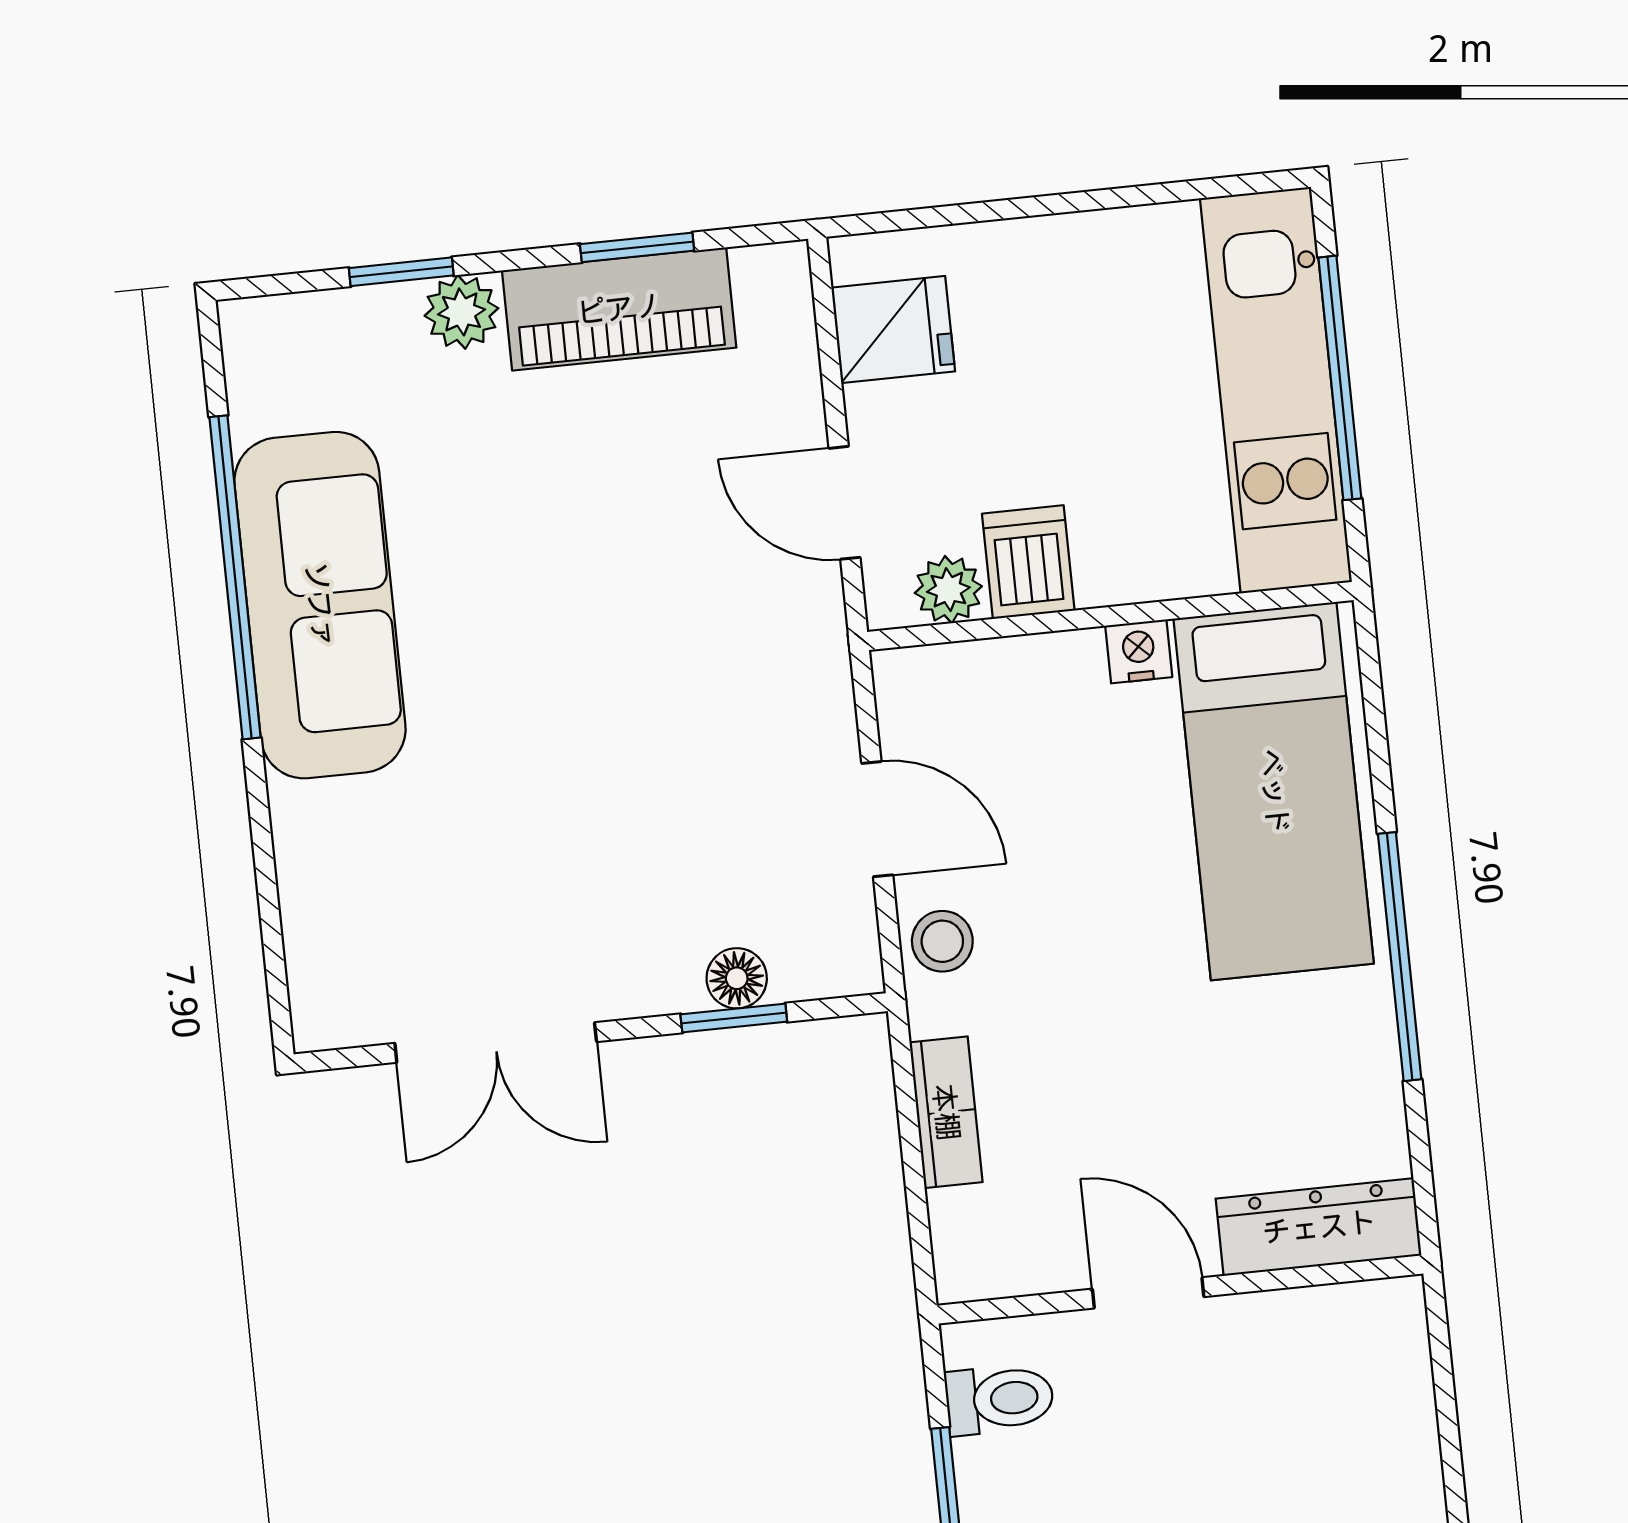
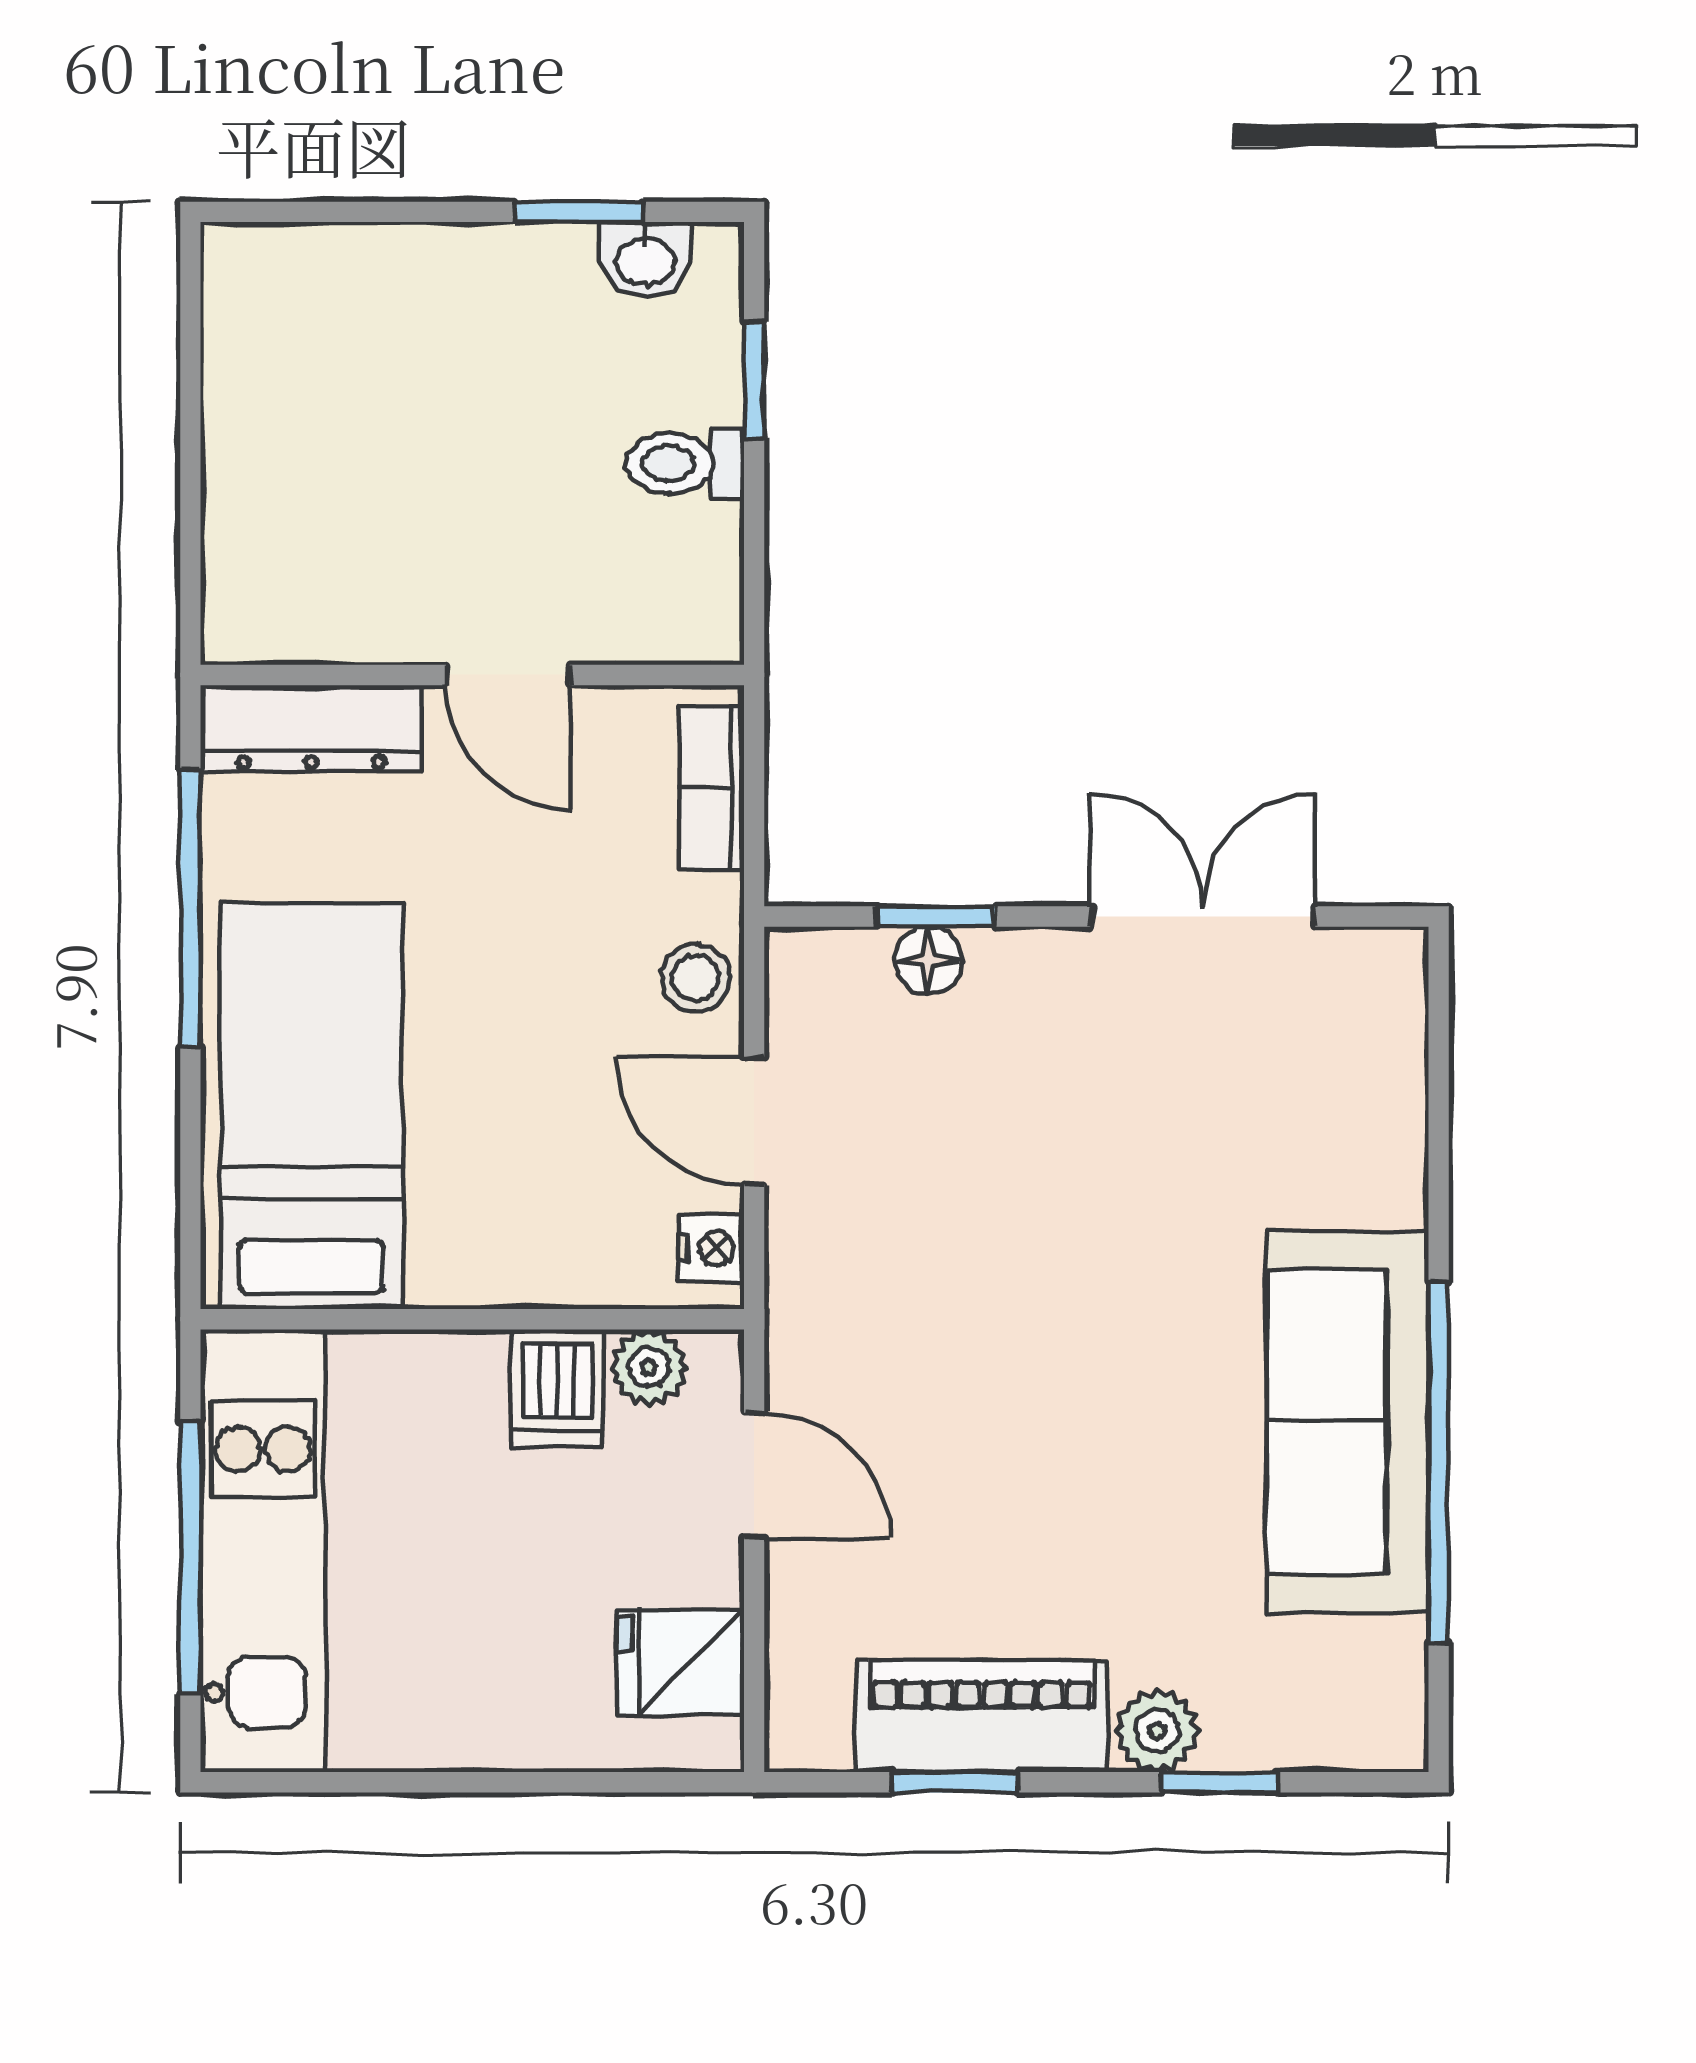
nightstand: (1139, 651) -> (712, 1248), moved, turned -90
dresser: (1319, 1227) -> (311, 728), moved
wall: (1180, 1290) -> (472, 675), moved
door: (1148, 1293) -> (508, 675), moved

